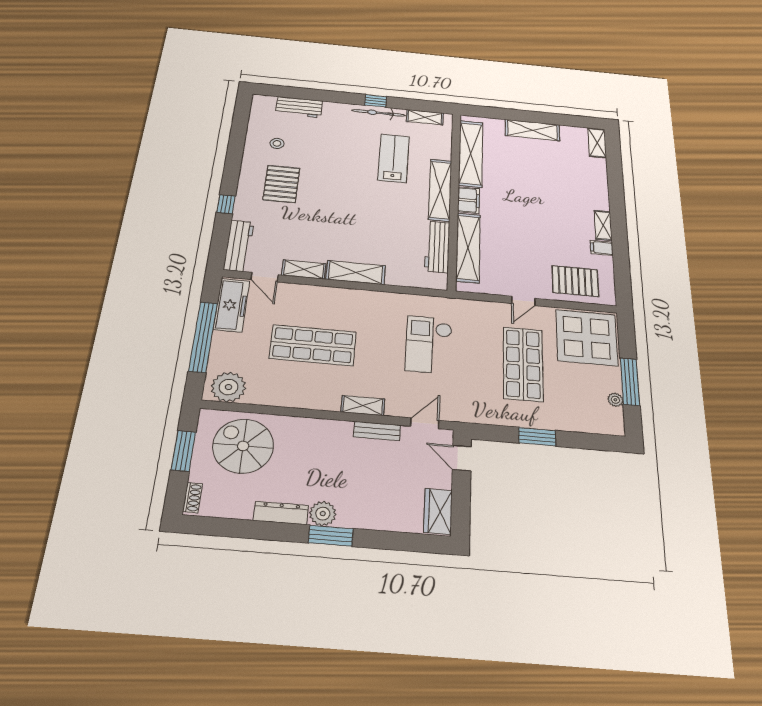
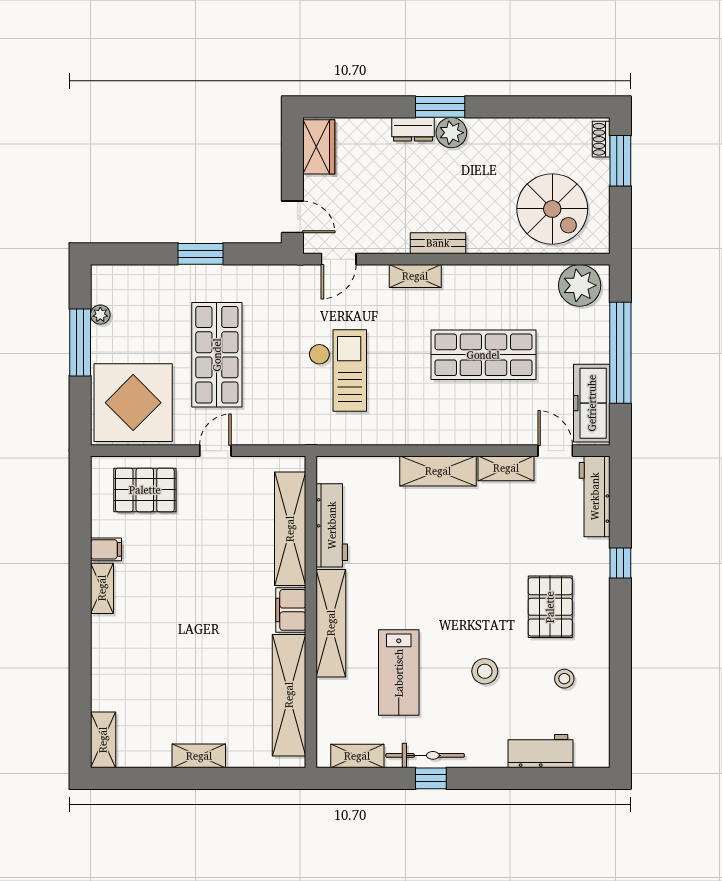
shelving: (532, 130) -> (199, 756), width x0.67, depth x0.75
stool: (333, 153) -> (485, 671), added
bench: (377, 431) -> (438, 243), moved
window: (183, 451) -> (620, 161), moved
dresser: (281, 513) -> (413, 129), moved, width x0.70

